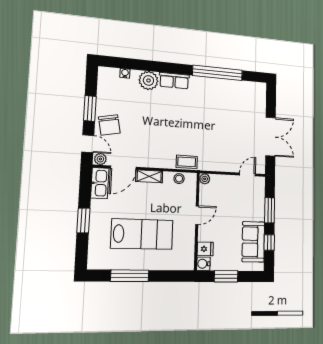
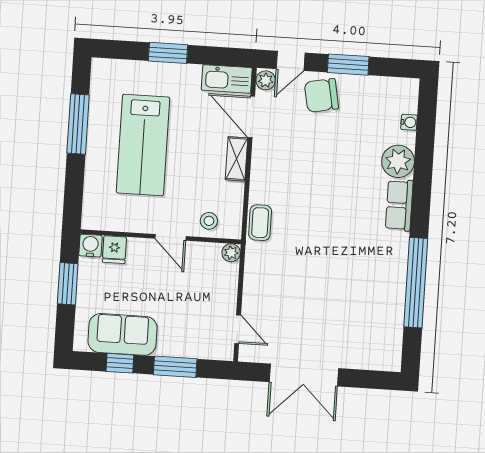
stool: (179, 179) -> (209, 221), moved

